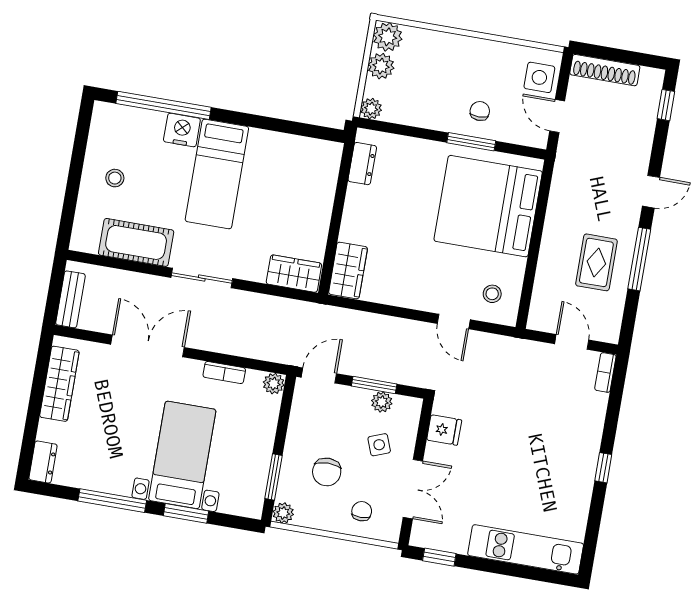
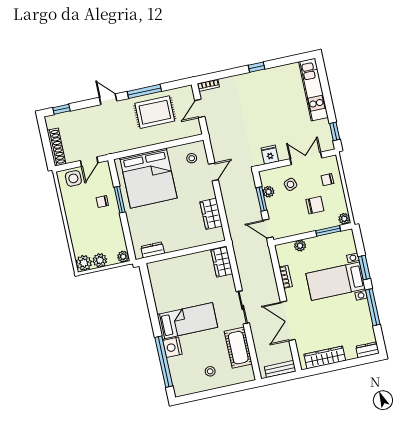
rug: (596, 262) -> (155, 112), width x1.36, depth x1.43
wardrobe: (348, 270) -> (211, 214), moved, turned -90
plant: (274, 384) -> (300, 246), moved

